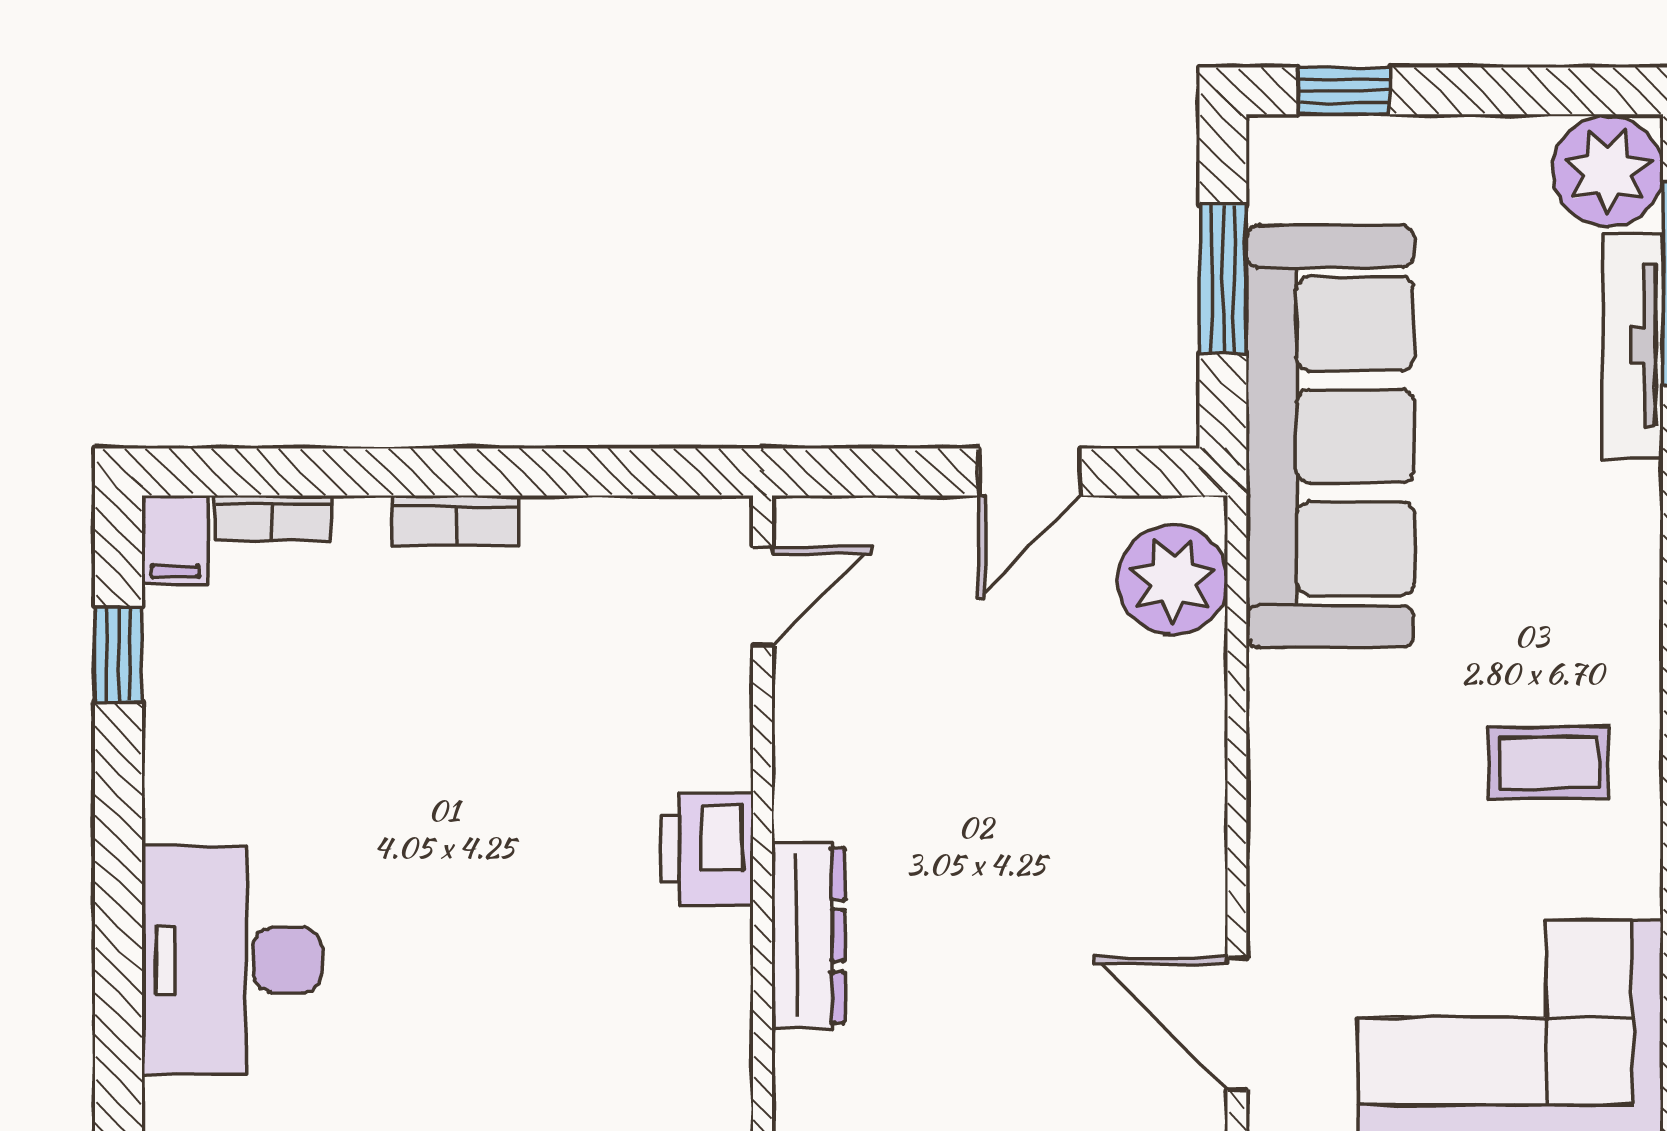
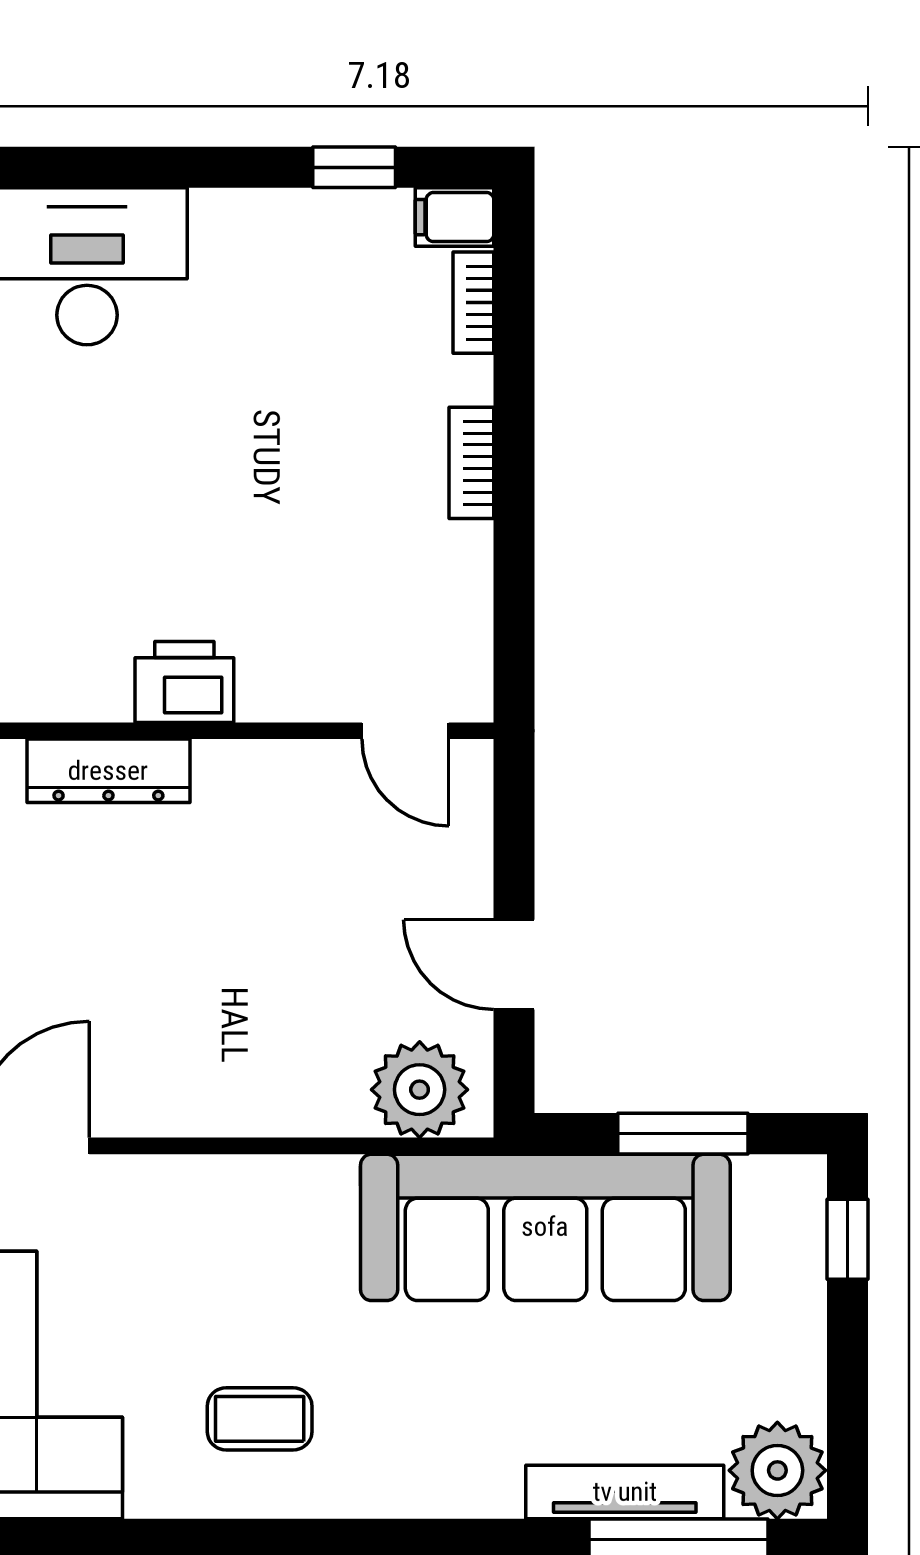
coffee table: (1549, 763) -> (260, 1419), turned 90

